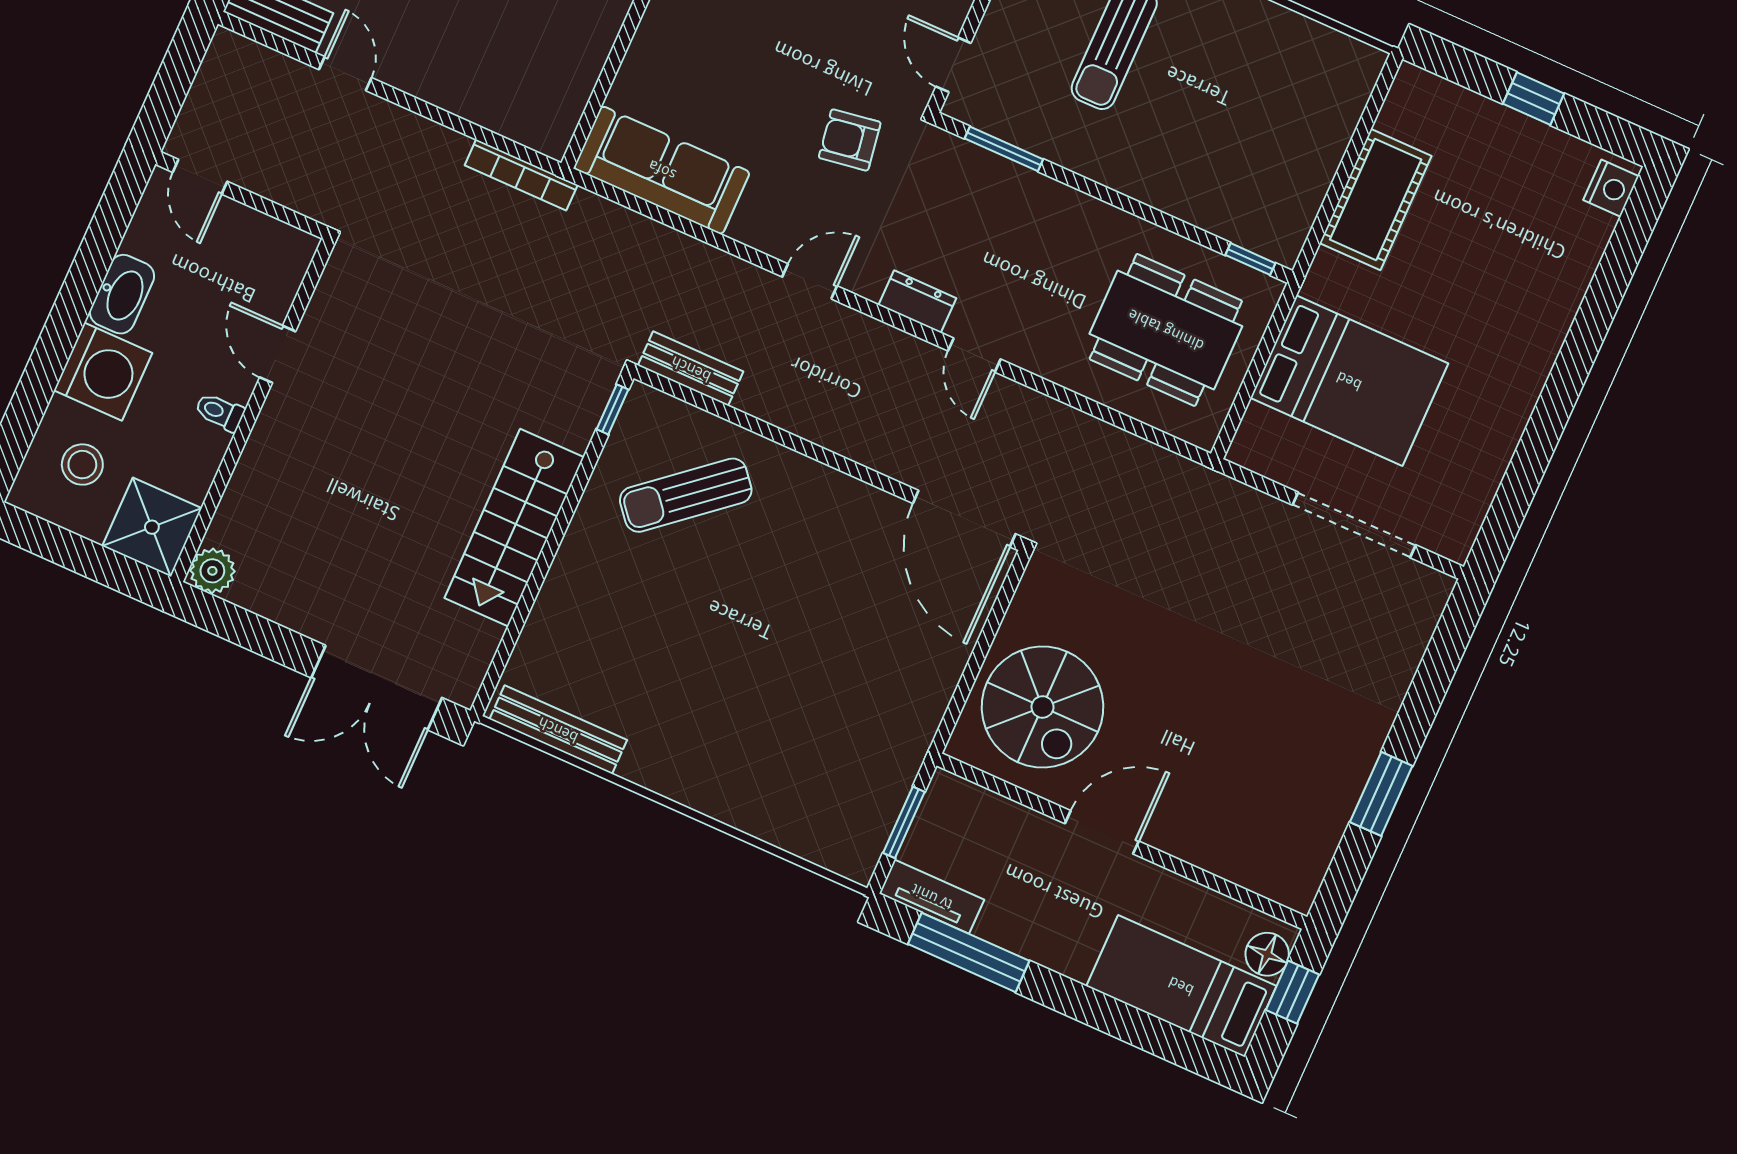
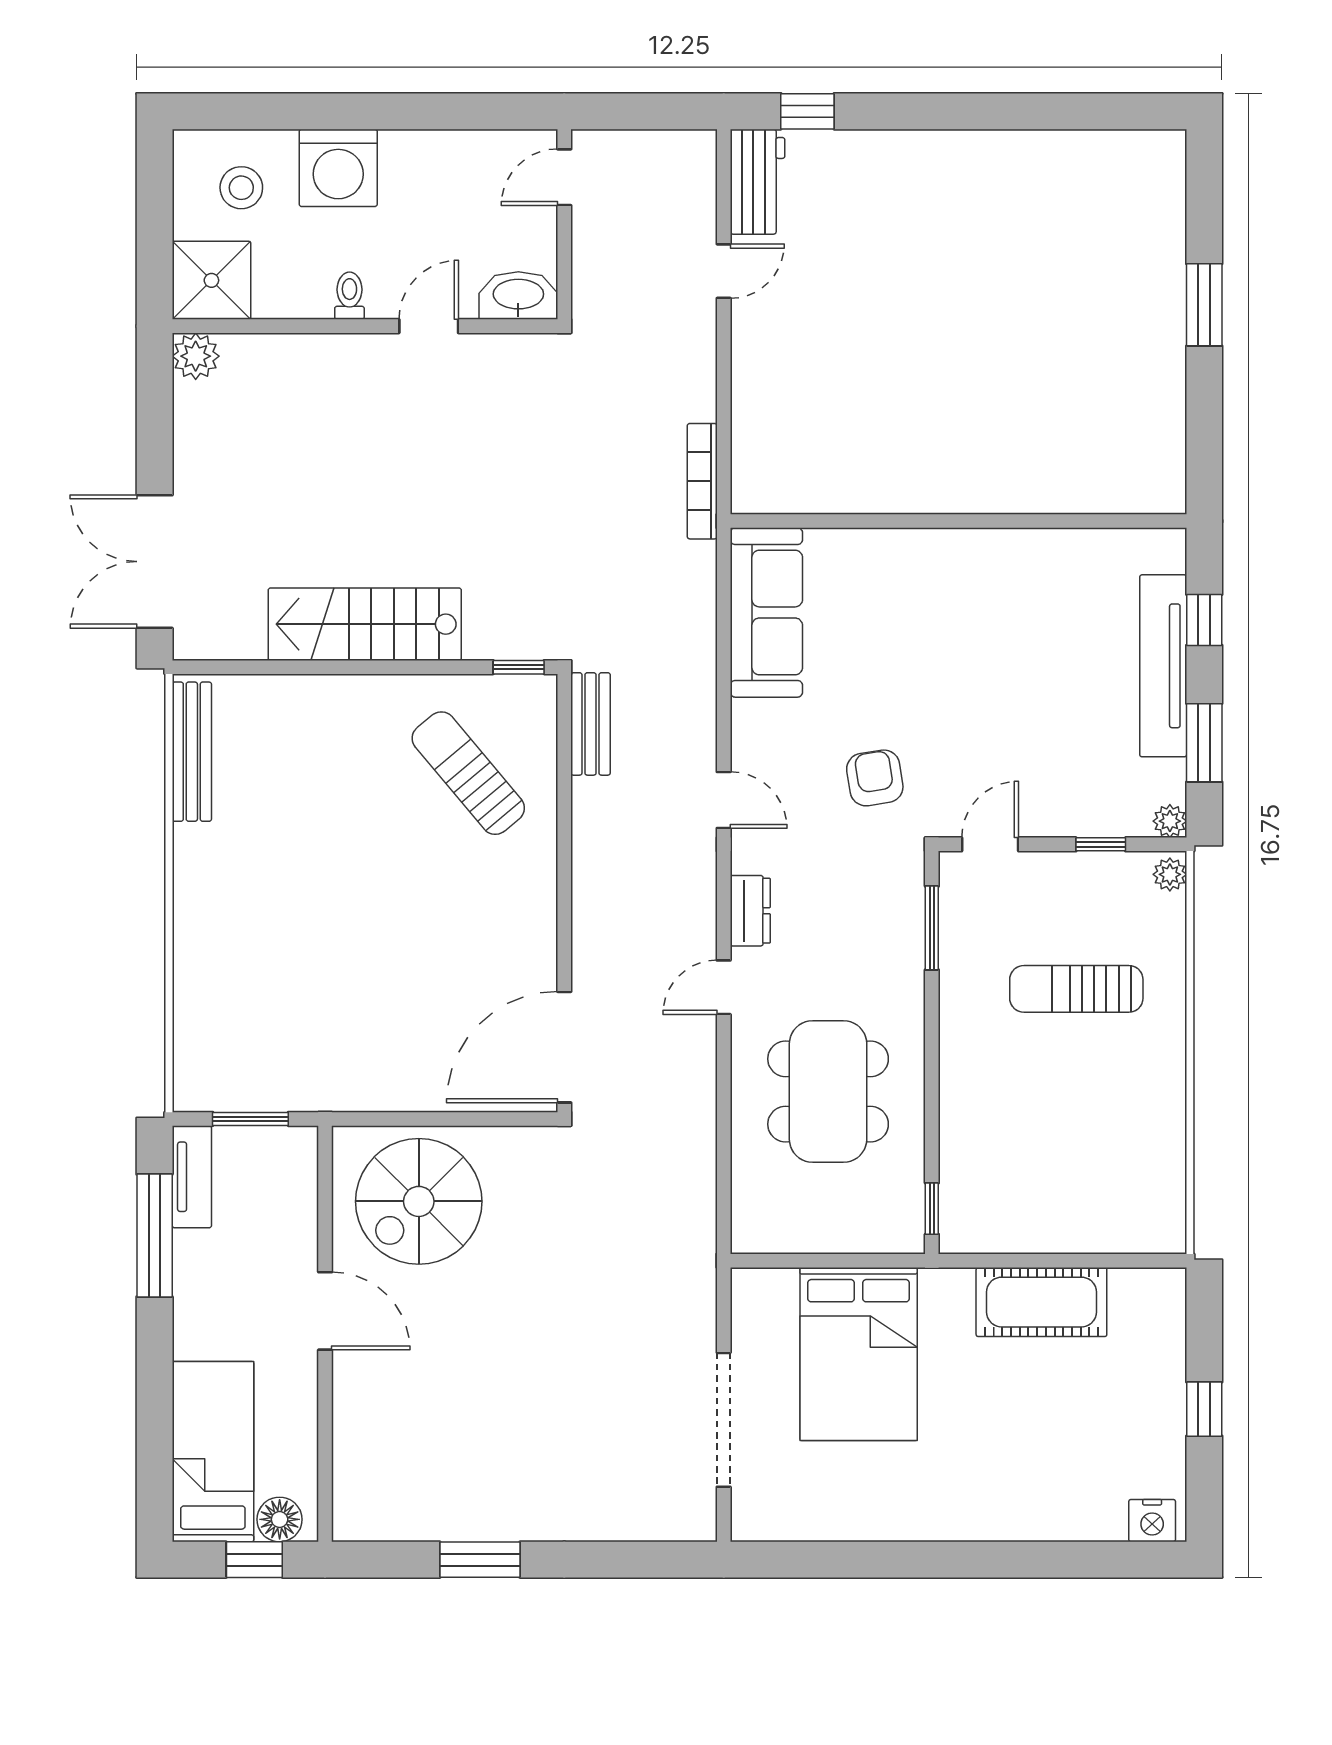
washbasin: (122, 294) -> (518, 296), moved, turned 180
dining table: (1166, 330) -> (828, 1092), moved

